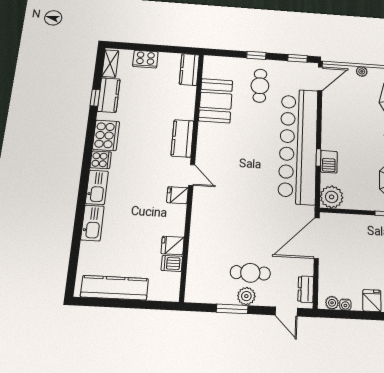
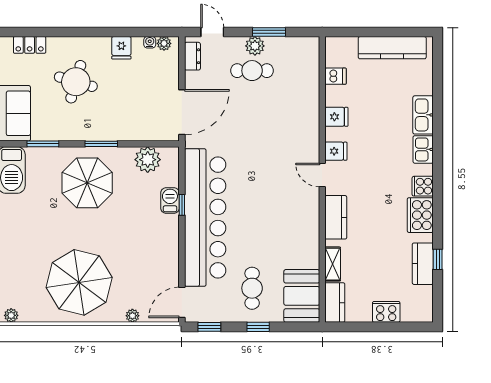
shelving: (110, 64) -> (333, 264), moved
booth: (216, 101) -> (302, 296), moved
kitchen sink: (97, 187) -> (423, 149), width x0.73
plant: (332, 197) -> (148, 160), moved
fridge: (173, 245) -> (336, 117), moved

